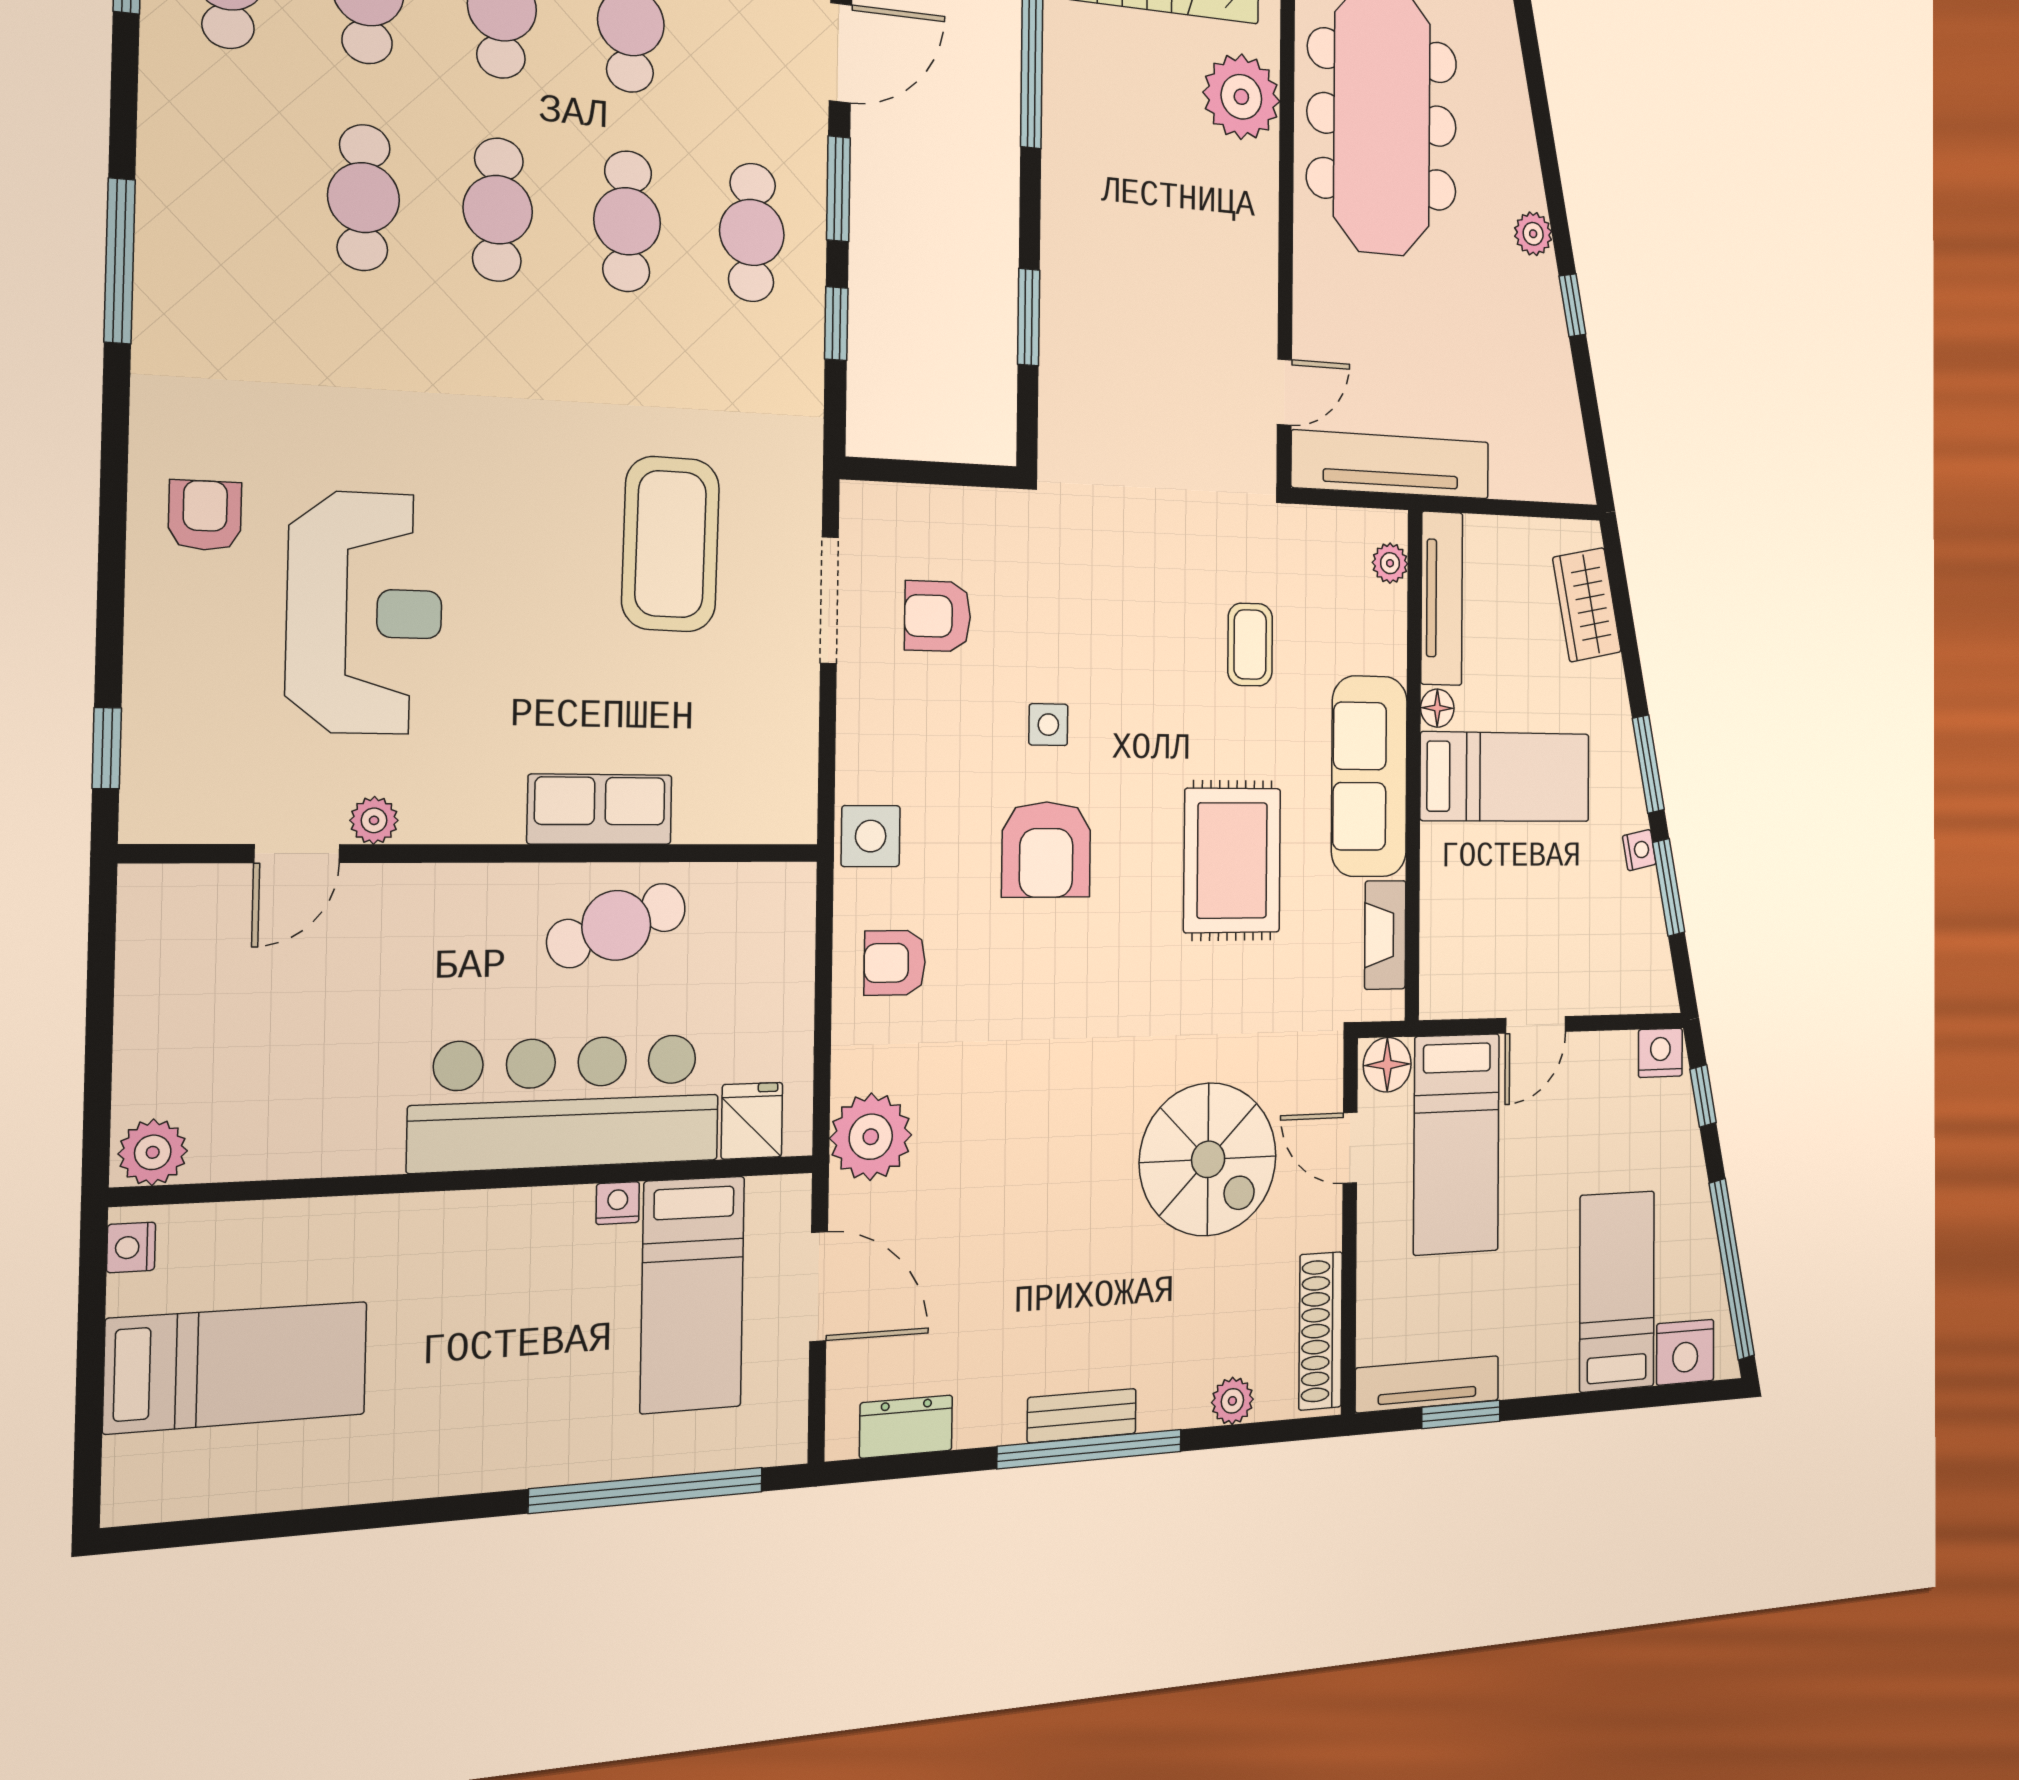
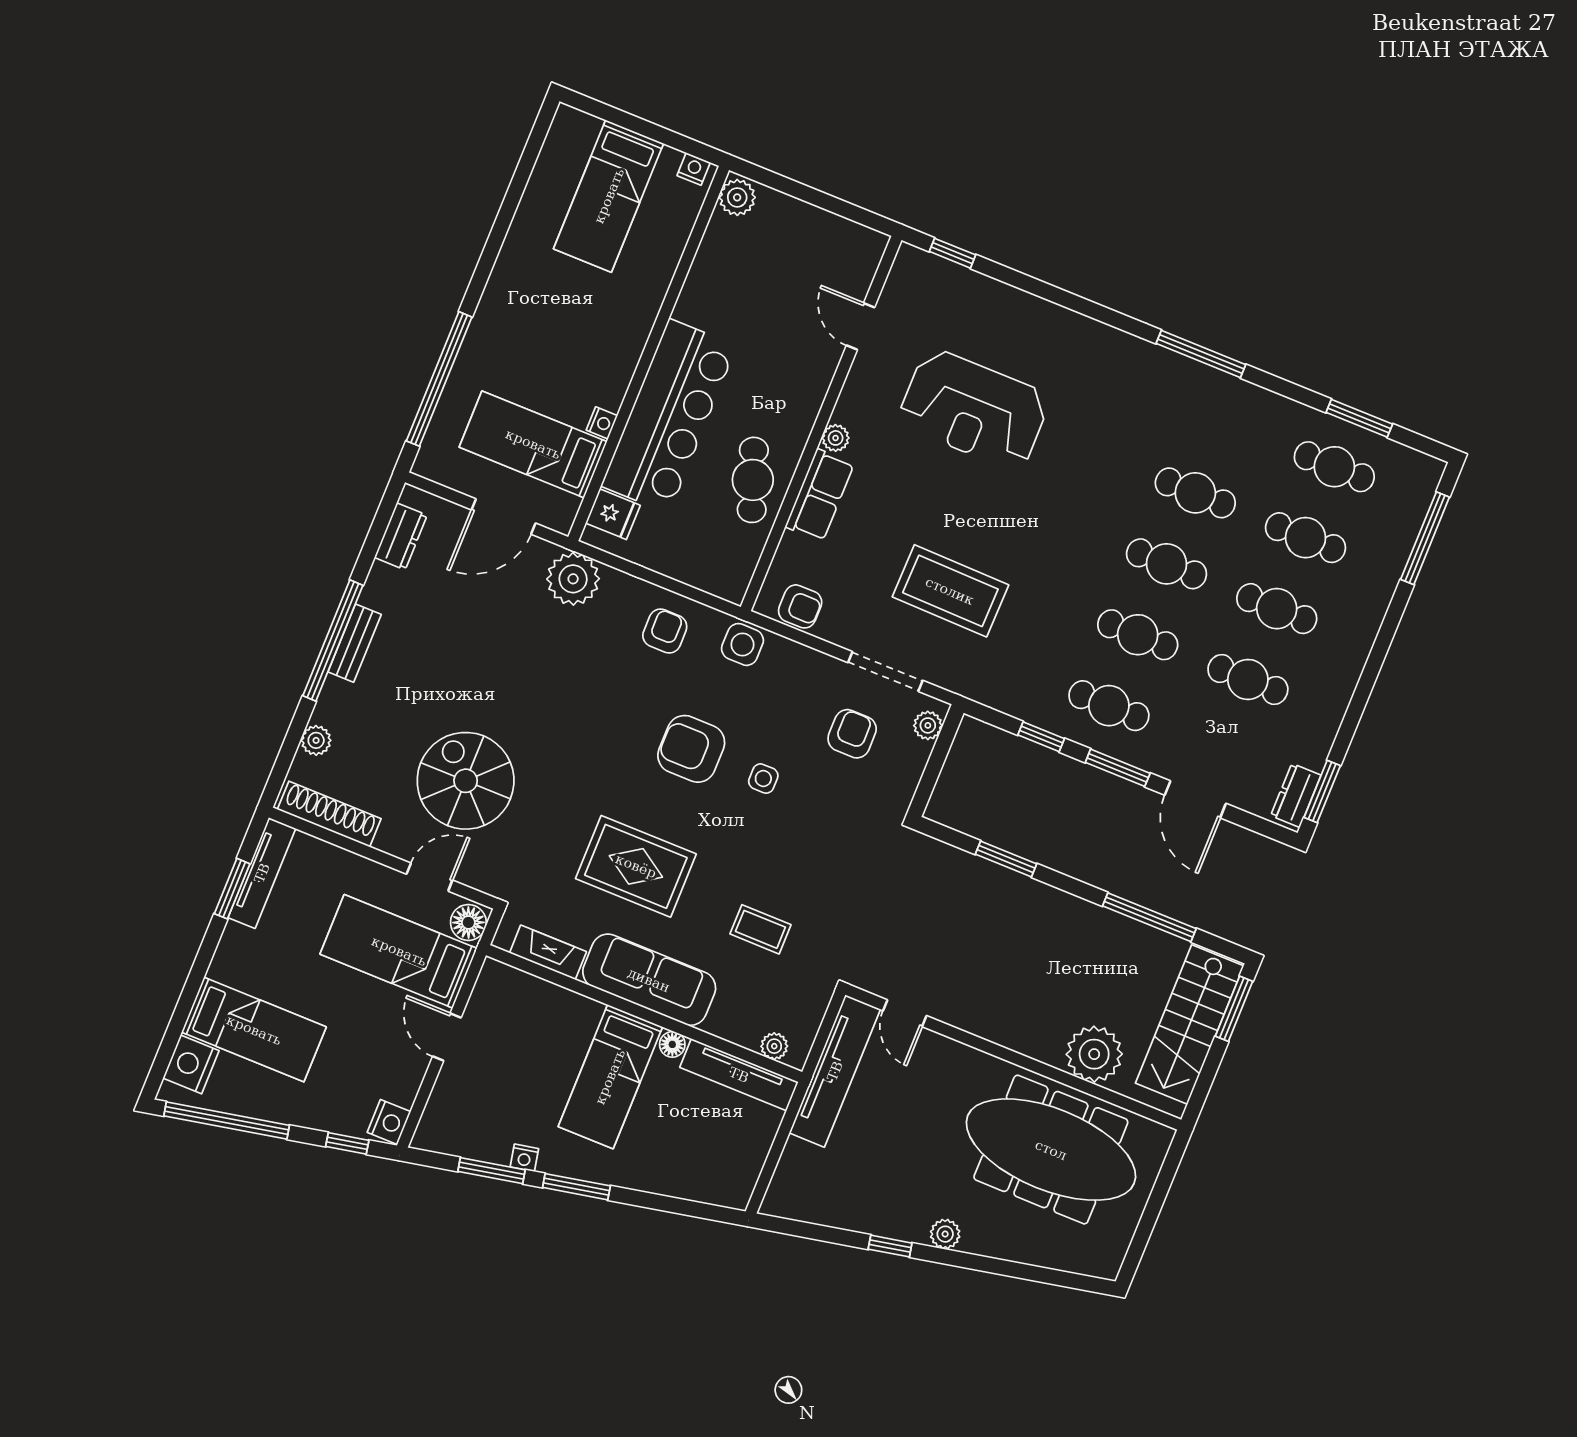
plant: (884, 505) -> (928, 725), added
armchair: (205, 515) -> (800, 606), moved
wardrobe: (1587, 605) -> (696, 1181), removed
plant: (374, 820) -> (836, 438), moved
spiral stairs: (1208, 1159) -> (466, 781), turned 90

